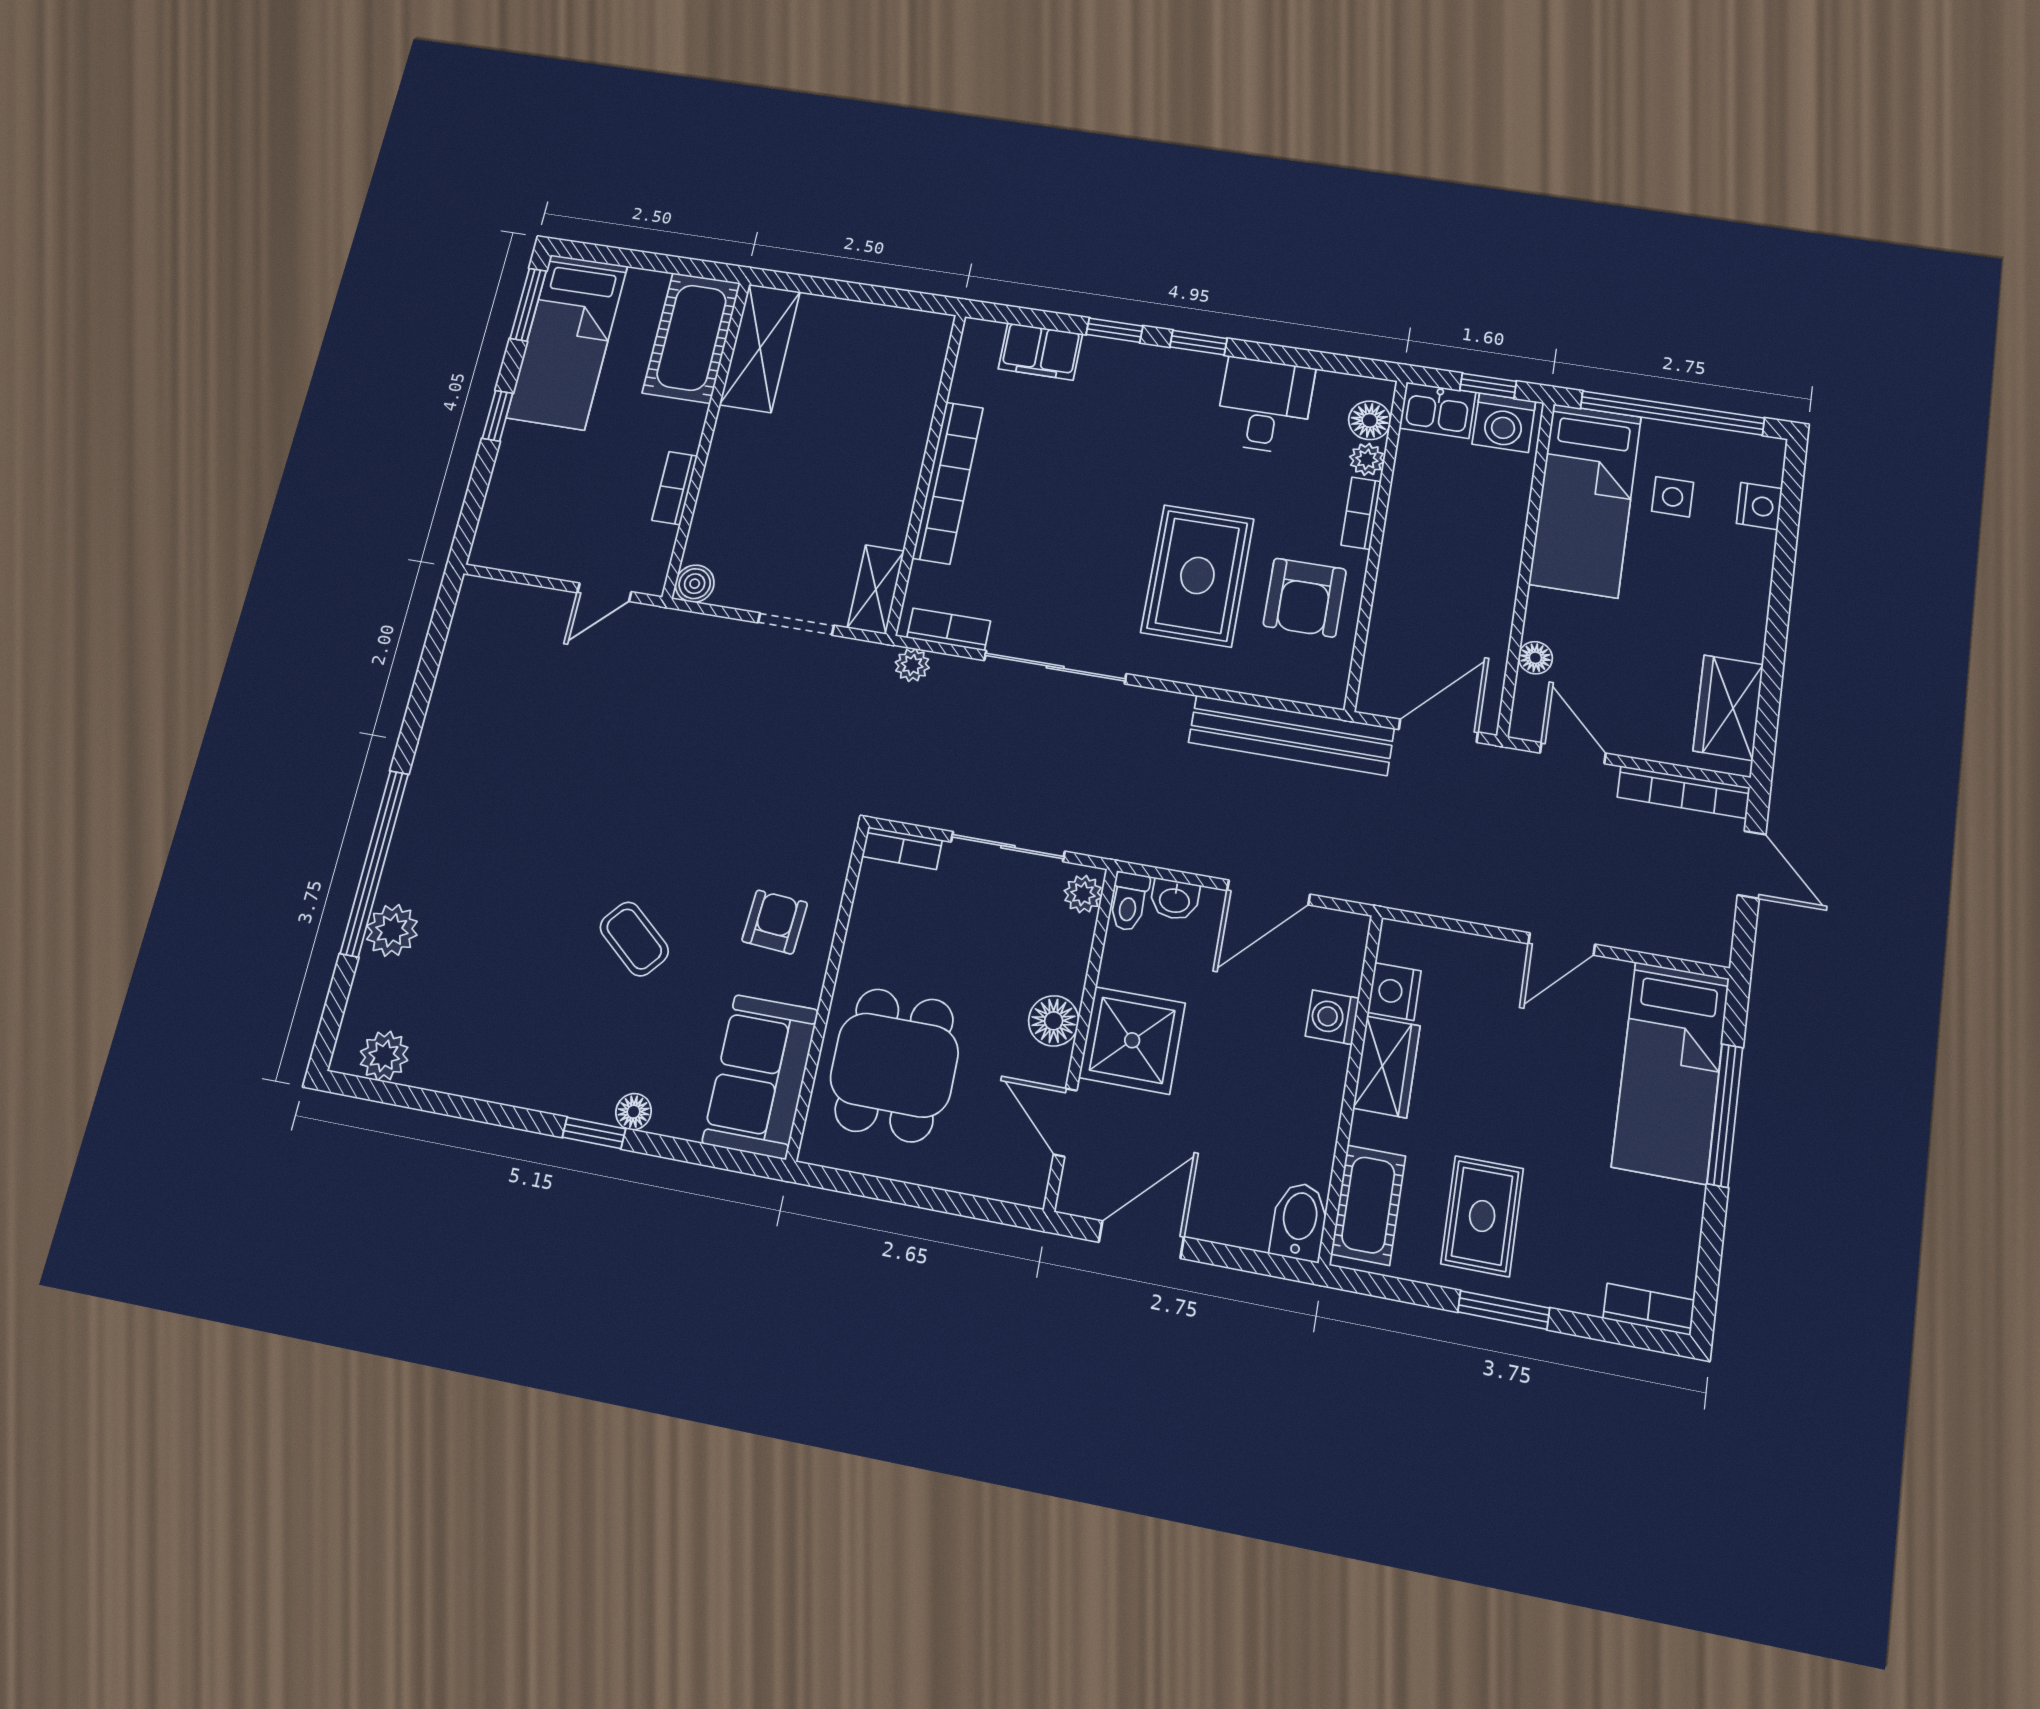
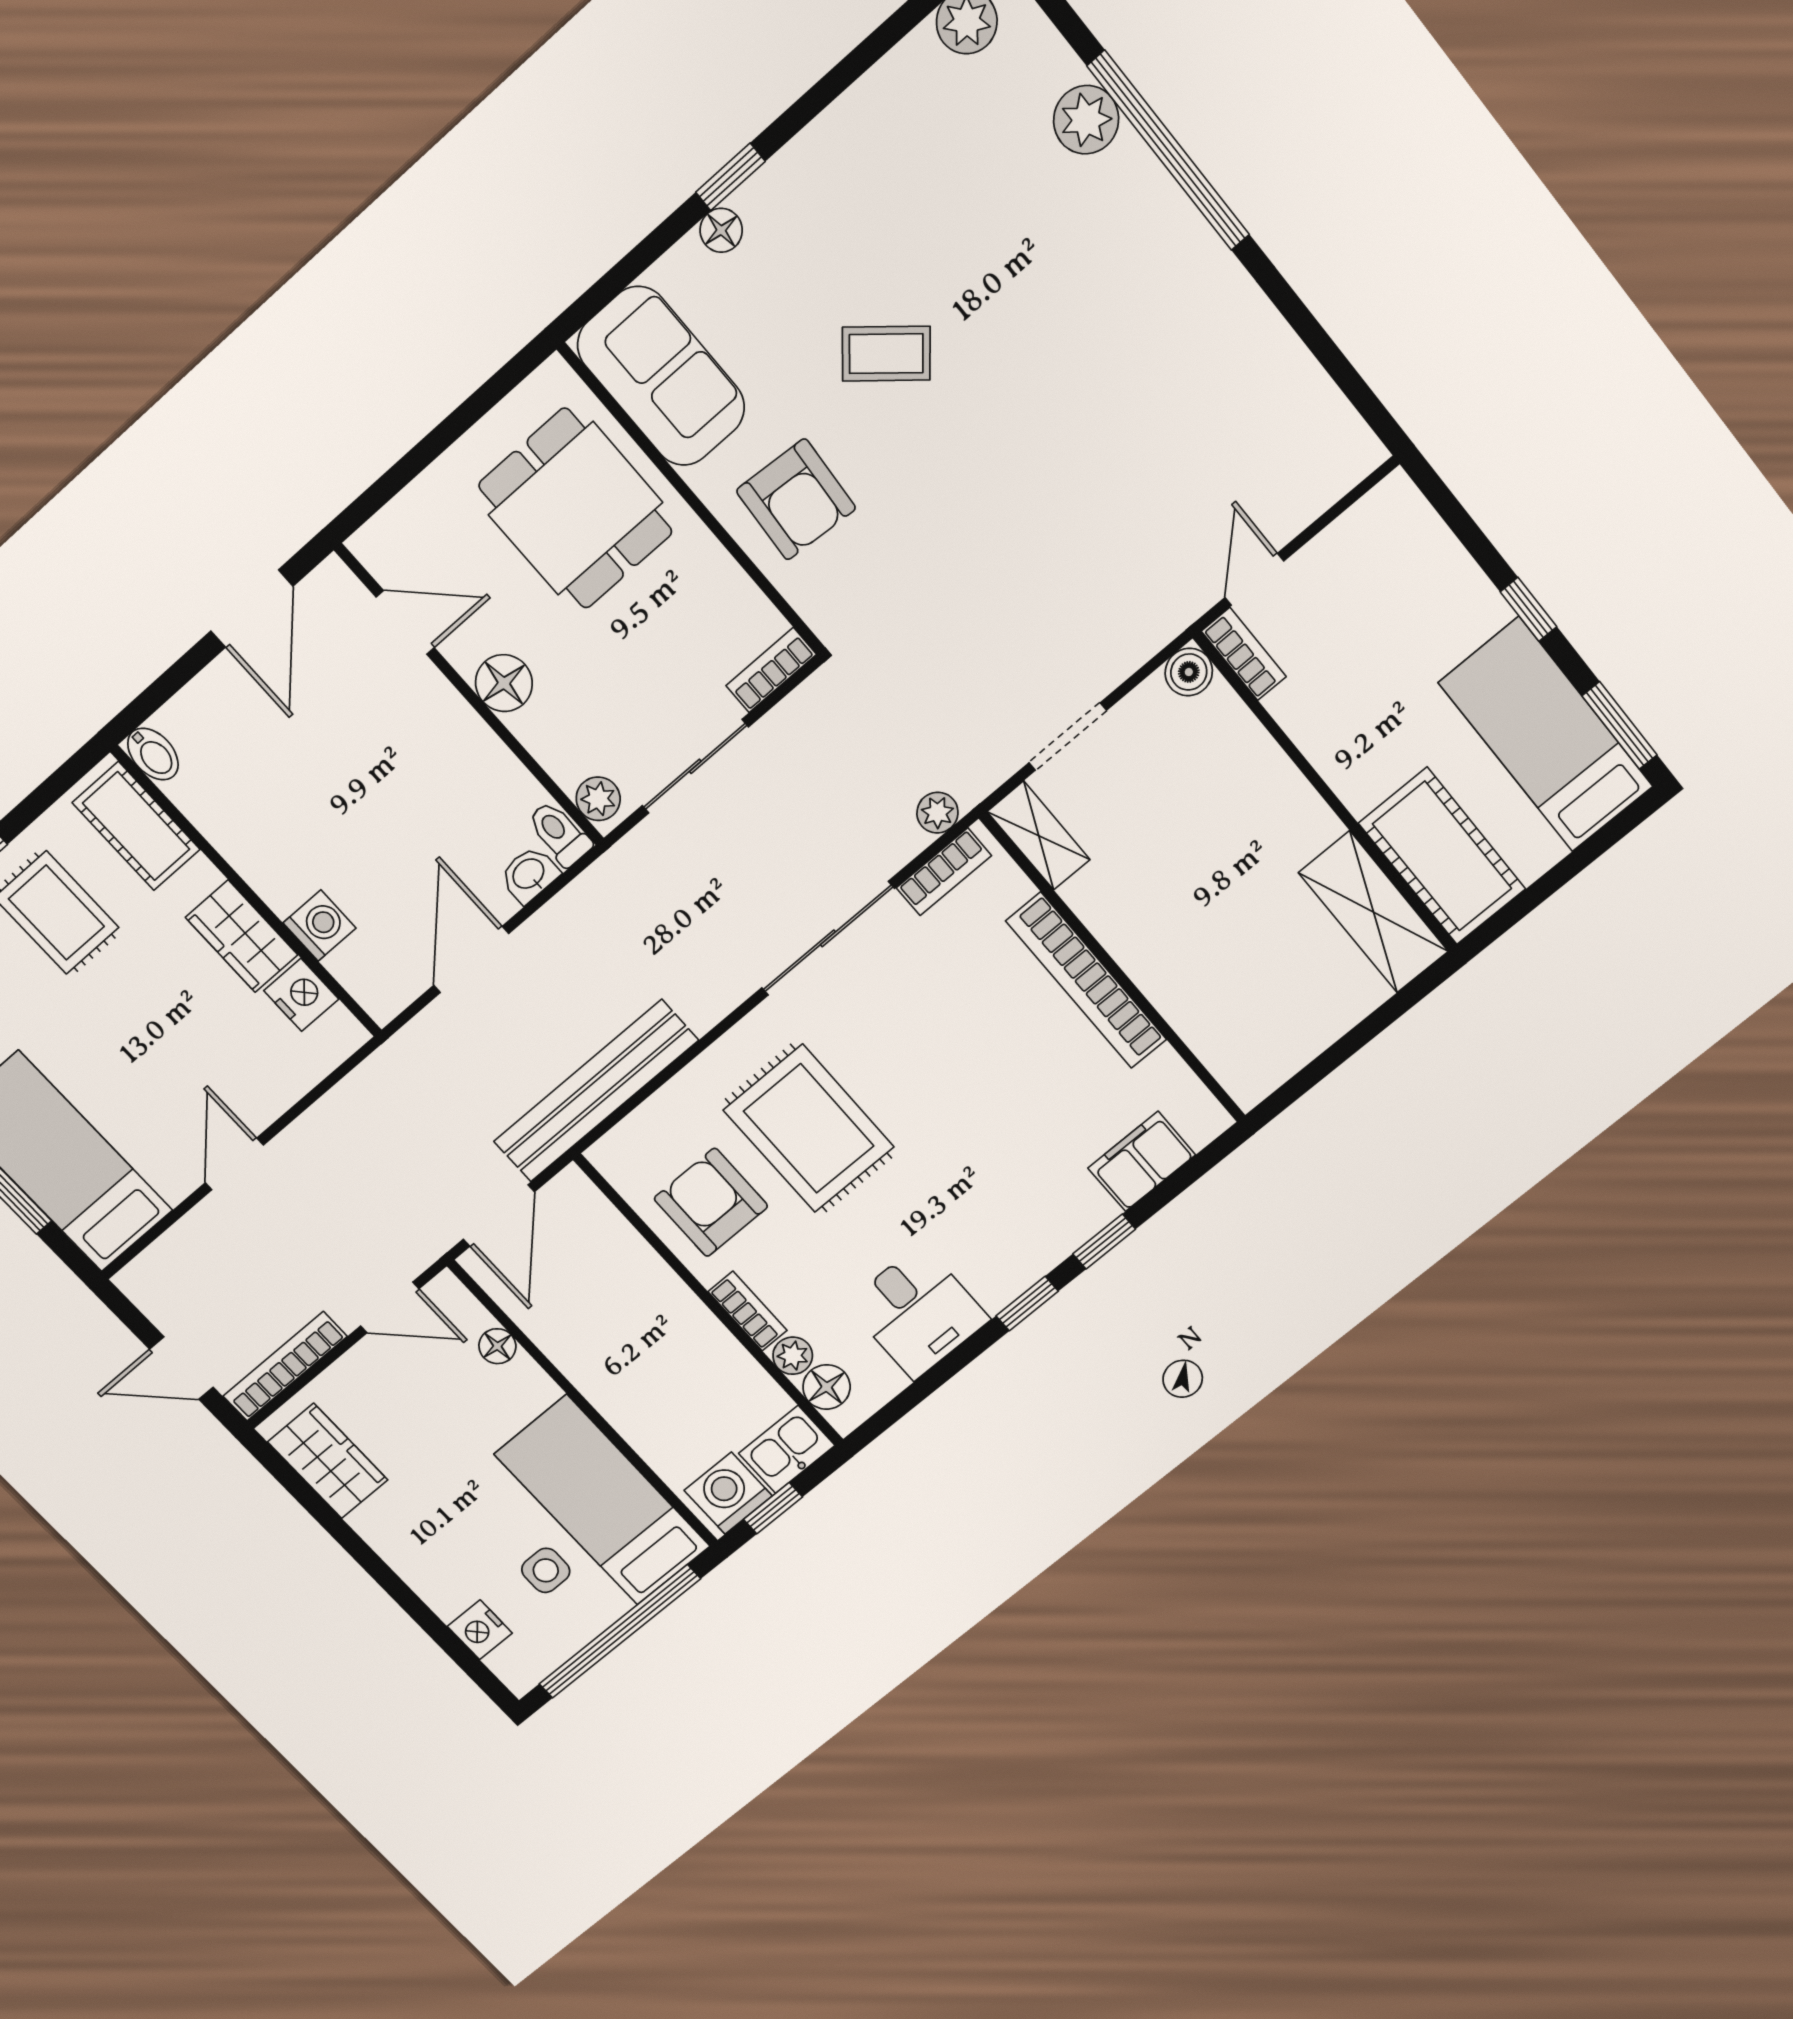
bookcase: (675, 488) -> (1244, 654), moved
armchair: (775, 922) -> (796, 499), width x1.38, depth x1.38
shower: (1132, 1040) -> (433, 738), removed
bidet: (1299, 1221) -> (153, 754), width x0.72, depth x0.74

